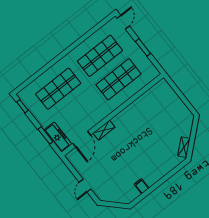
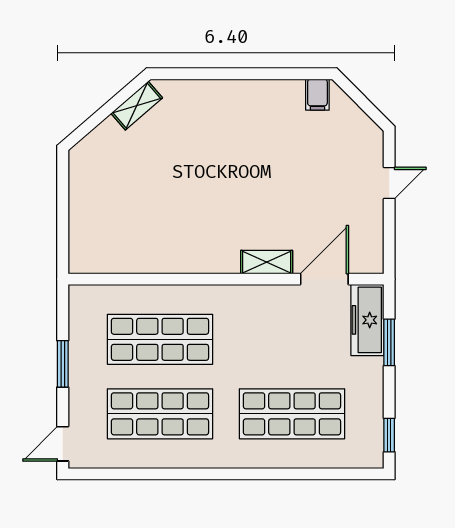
filing cabinet: (142, 186) -> (317, 95), moved

